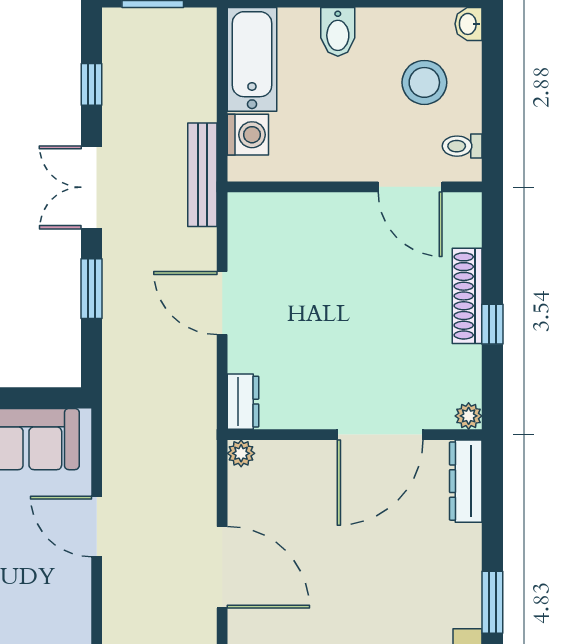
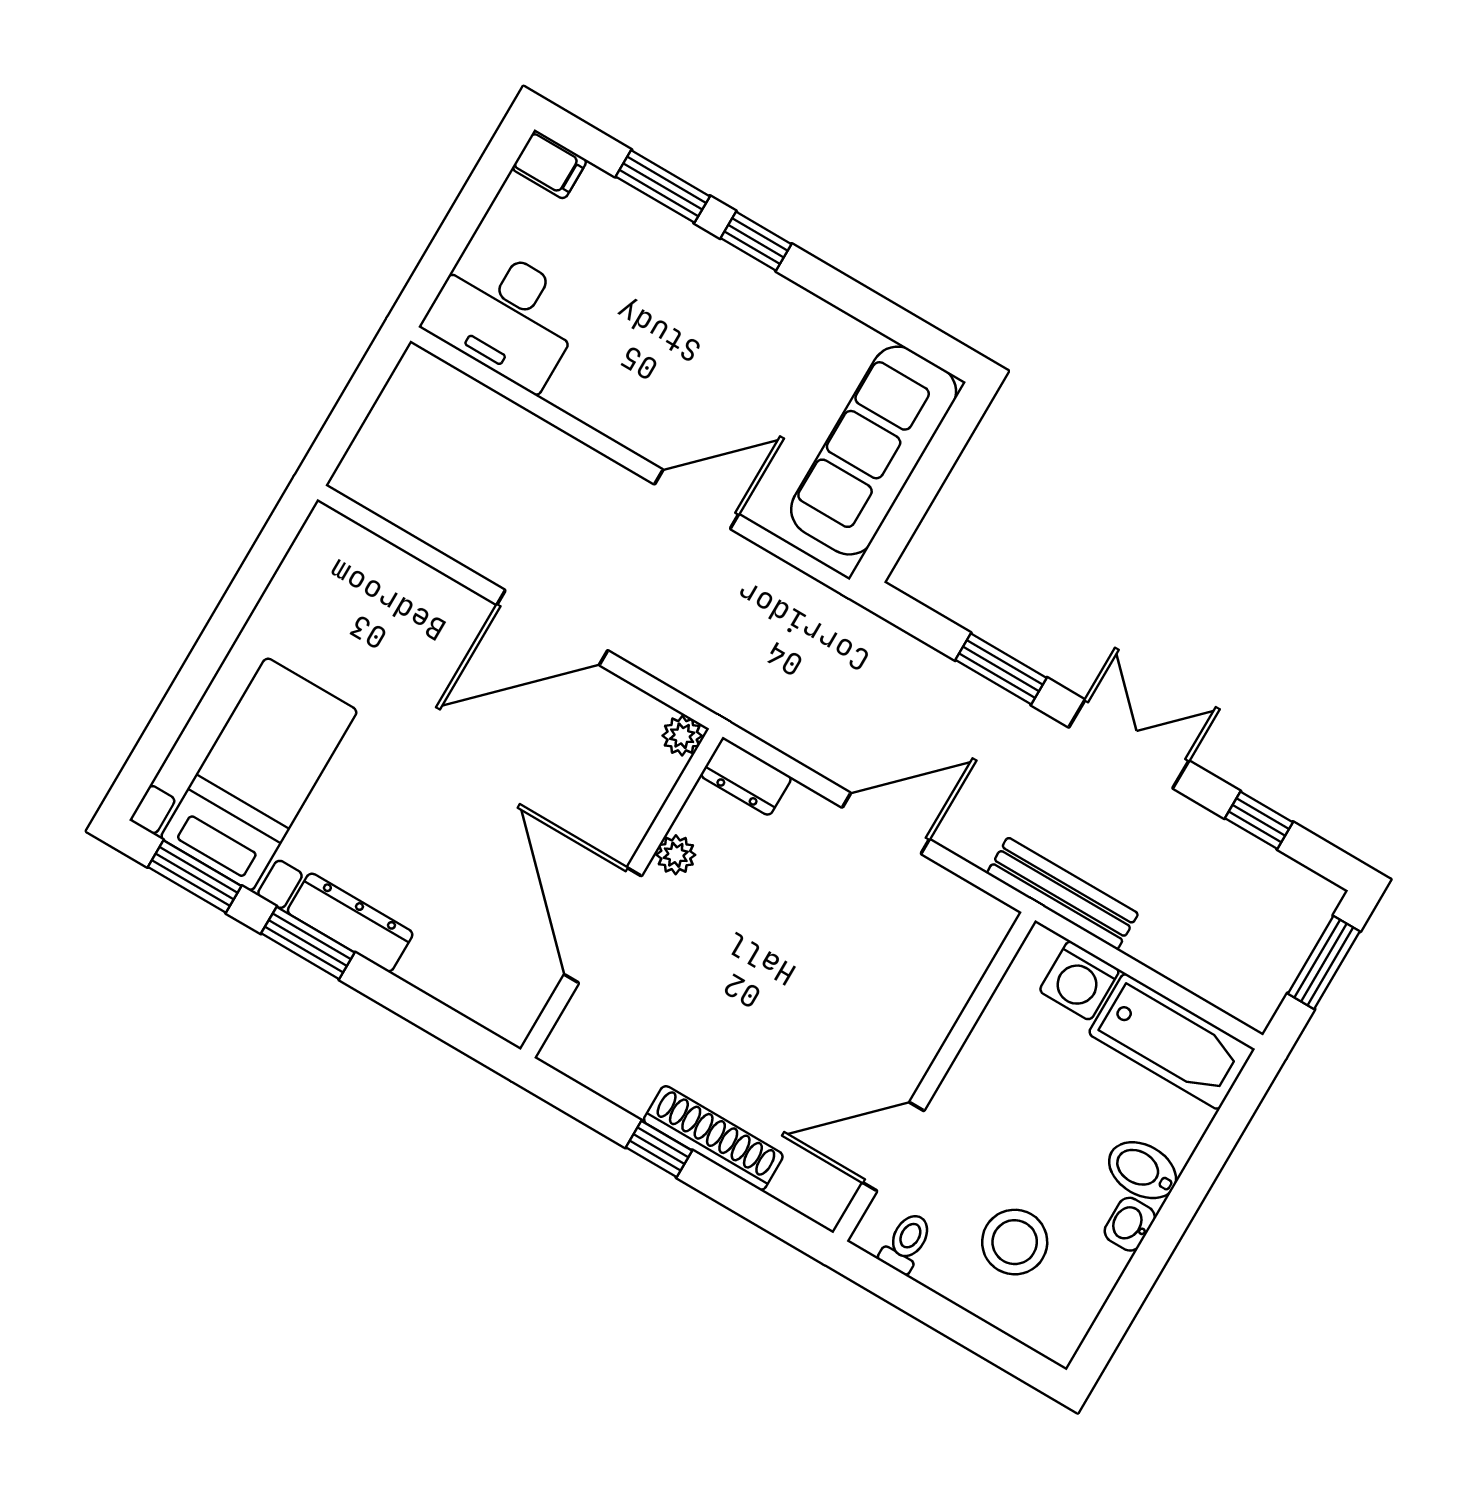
washbasin: (469, 24) -> (1130, 1224), moved, turned -90
plant: (469, 416) -> (676, 855), moved
dresser: (466, 481) -> (350, 922), moved

